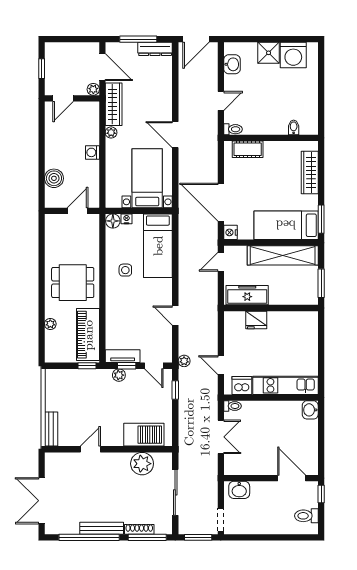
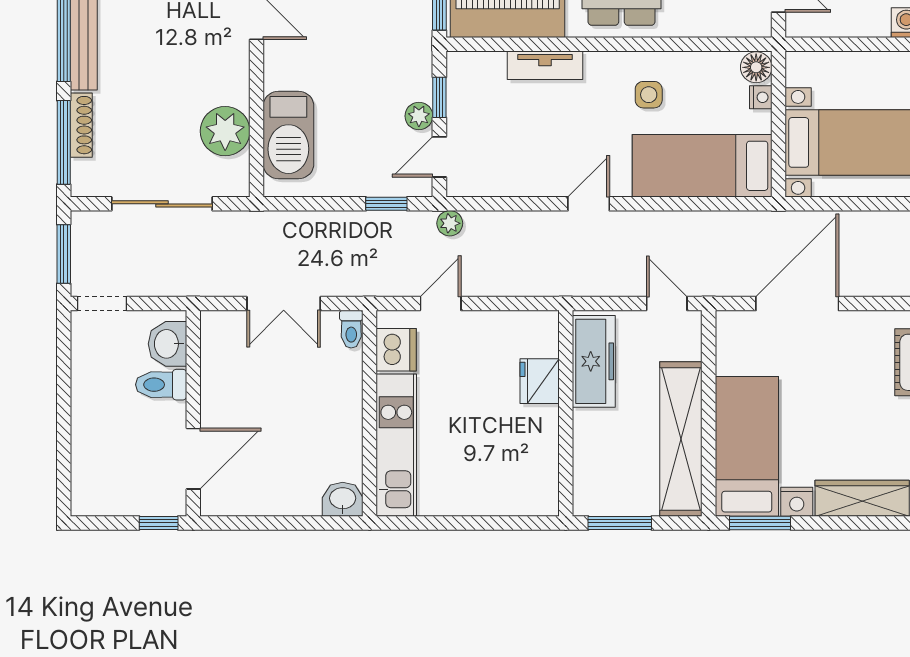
nightstand: (230, 232) -> (797, 502), moved, turned 180
door: (175, 316) -> (589, 204), moved
tv unit: (123, 356) -> (545, 65), moved, turned 90
plant: (119, 375) -> (419, 116), moved
toilet: (306, 516) -> (161, 385), moved, turned -90

